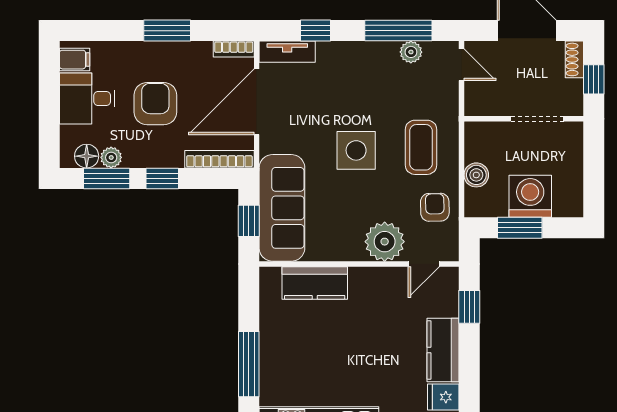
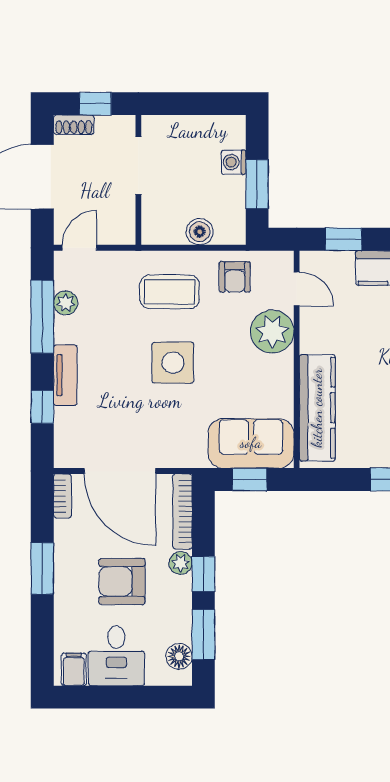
tv unit: (287, 52) -> (65, 375), moved
plant: (111, 157) -> (181, 563), moved
washing machine: (530, 196) -> (234, 162), width x0.53, depth x0.53
armchair: (435, 207) -> (235, 277), turned -89
sofa: (282, 208) -> (251, 443), width x0.73
kitchen counter: (315, 283) -> (317, 408), width x1.50

